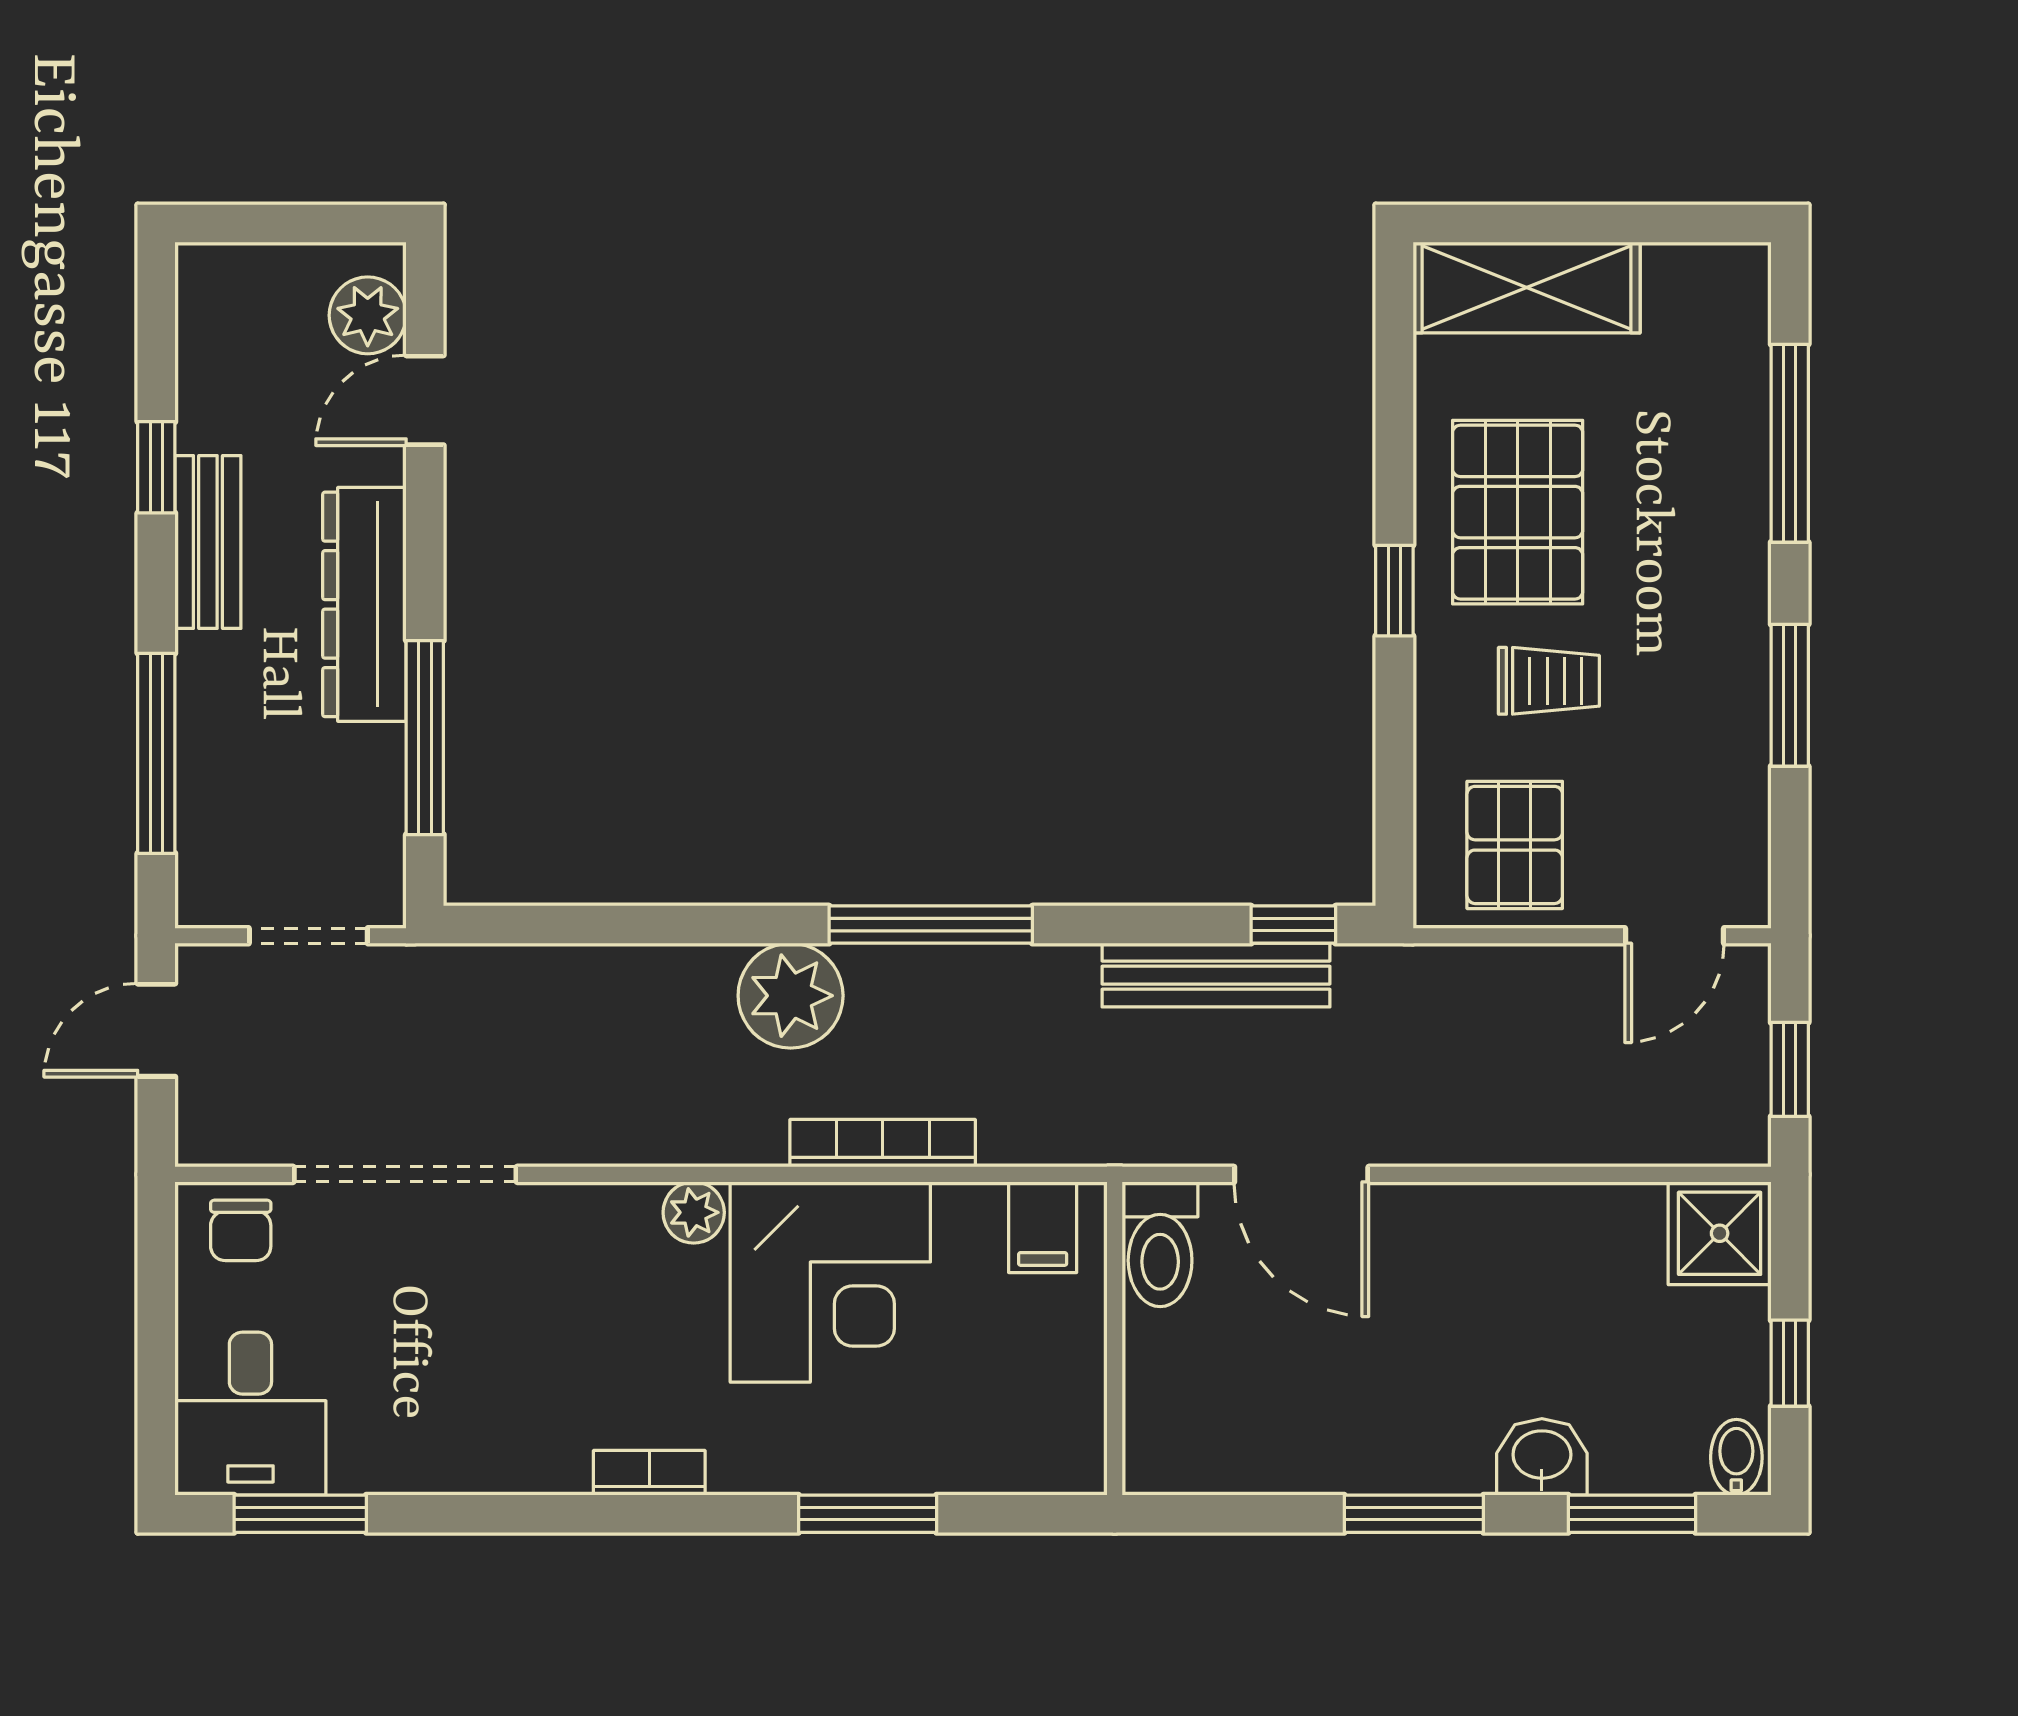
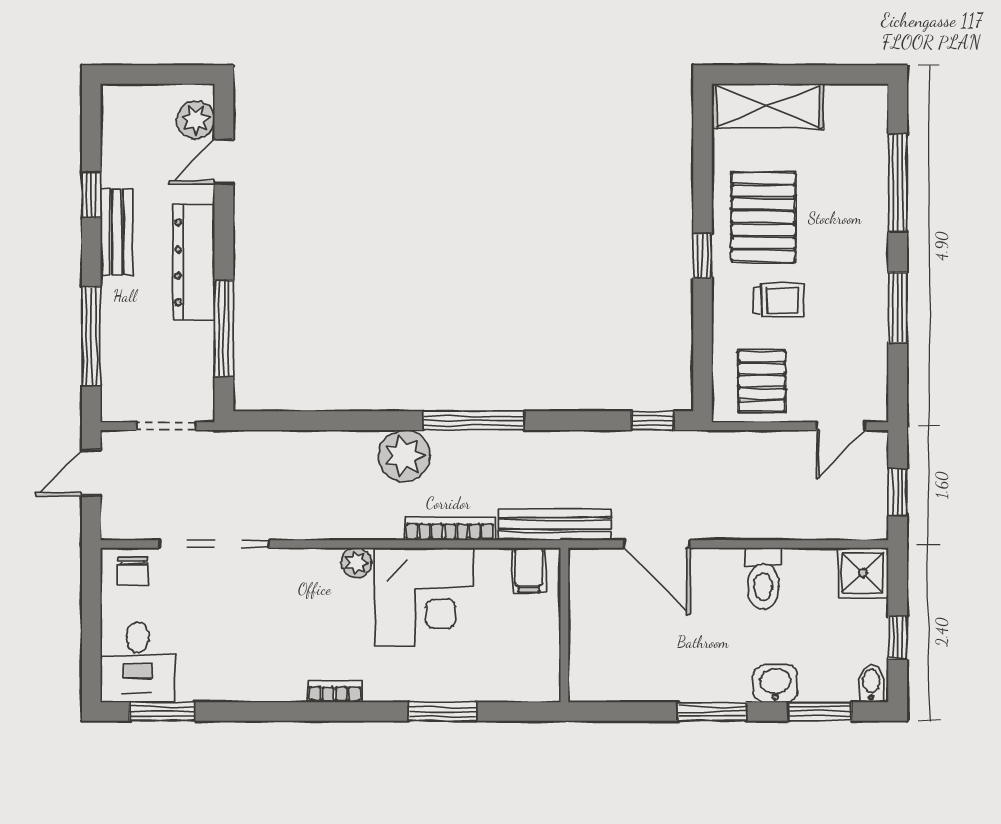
bench: (1216, 975) -> (555, 525), moved
toilet: (1160, 1244) -> (763, 578), moved

